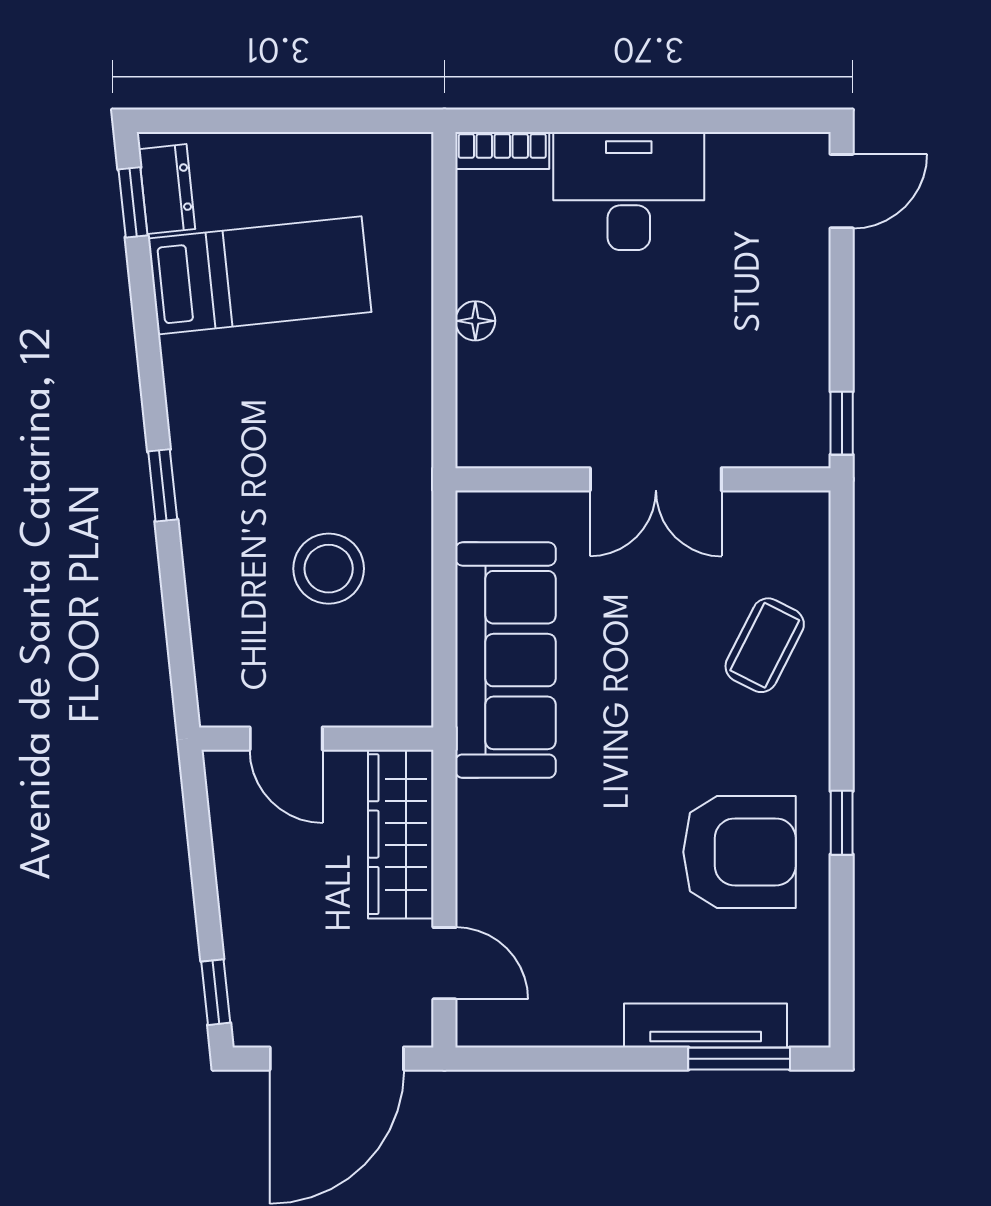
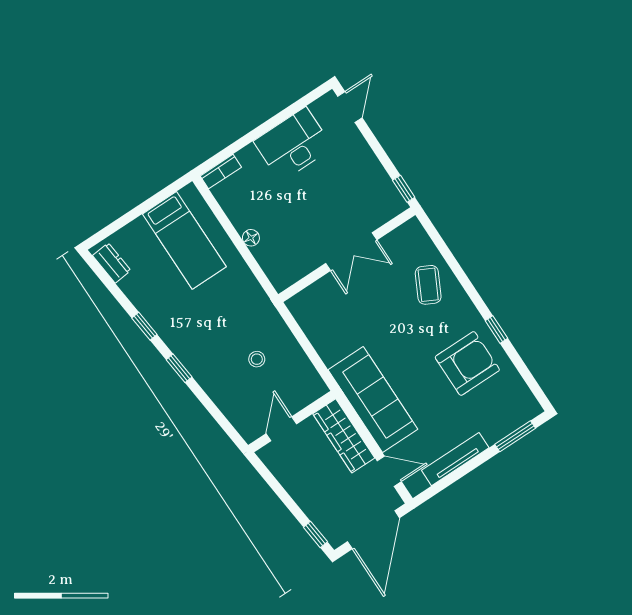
desk: (629, 191) -> (293, 144), moved
window: (133, 202) -> (144, 326), moved
bed: (260, 275) -> (184, 240), moved, turned 96
stool: (329, 569) -> (257, 359), width x0.53, depth x0.53
sofa: (506, 660) -> (373, 400), moved
door: (286, 739) -> (281, 429), swing flipped
tv unit: (706, 1025) -> (455, 459), moved

